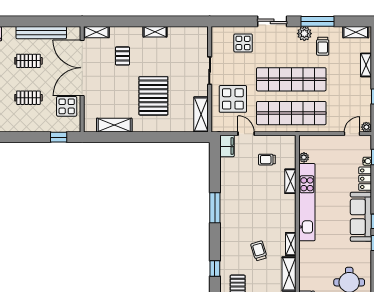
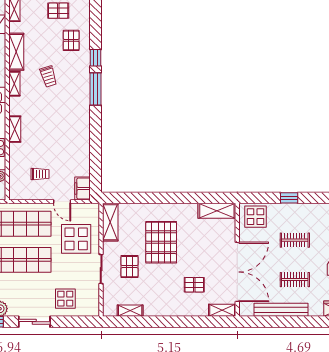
shelving: (155, 32) -> (130, 311), moved
pallet: (122, 56) -> (194, 285), turned 90
pallet: (183, 73) -> (129, 267), added
display table: (67, 106) -> (255, 217), moved
shelving: (114, 125) -> (217, 211), moved
window: (59, 137) -> (289, 198), moved
shelving: (290, 181) -> (15, 129), moved
window: (215, 208) -> (96, 89), moved

